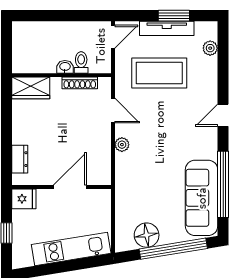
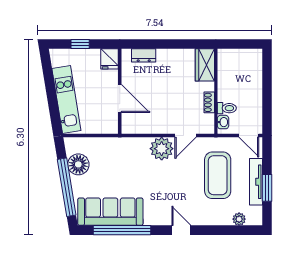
washbasin: (65, 67) -> (223, 122), moved
shoe rack: (80, 83) -> (209, 102), width x0.70
plant: (122, 145) -> (162, 149), width x1.88, depth x1.88

